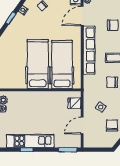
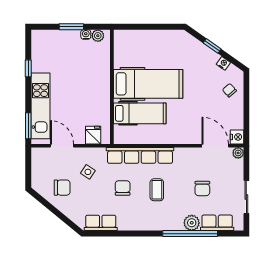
row of seats: (89, 50) -> (140, 155), moved
hospital bed: (62, 65) -> (140, 113), width x0.73, depth x0.78
kitchen unit: (30, 141) -> (40, 106), moved

